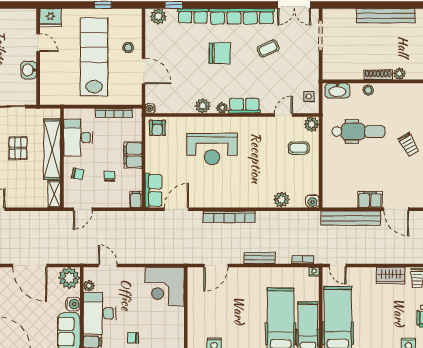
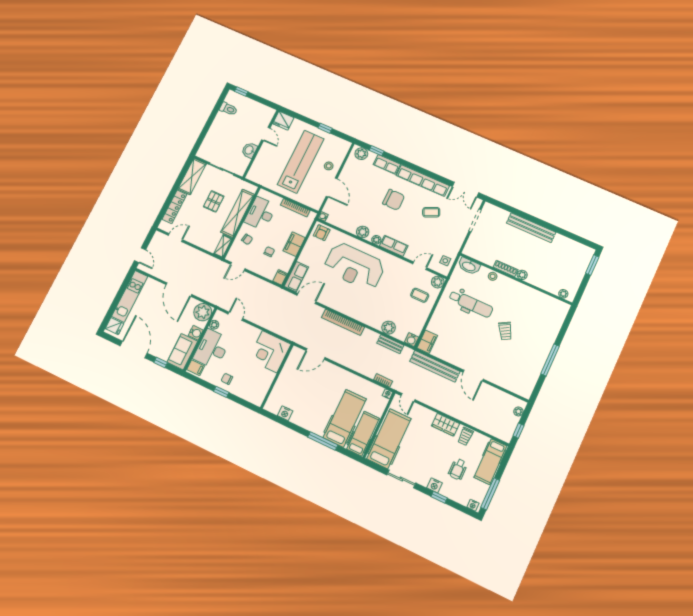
reception desk: (212, 149) -> (354, 266), width x1.36, depth x1.30
filing cabinet: (370, 199) -> (427, 342), moved, turned 90
bench: (260, 258) -> (390, 344), moved

